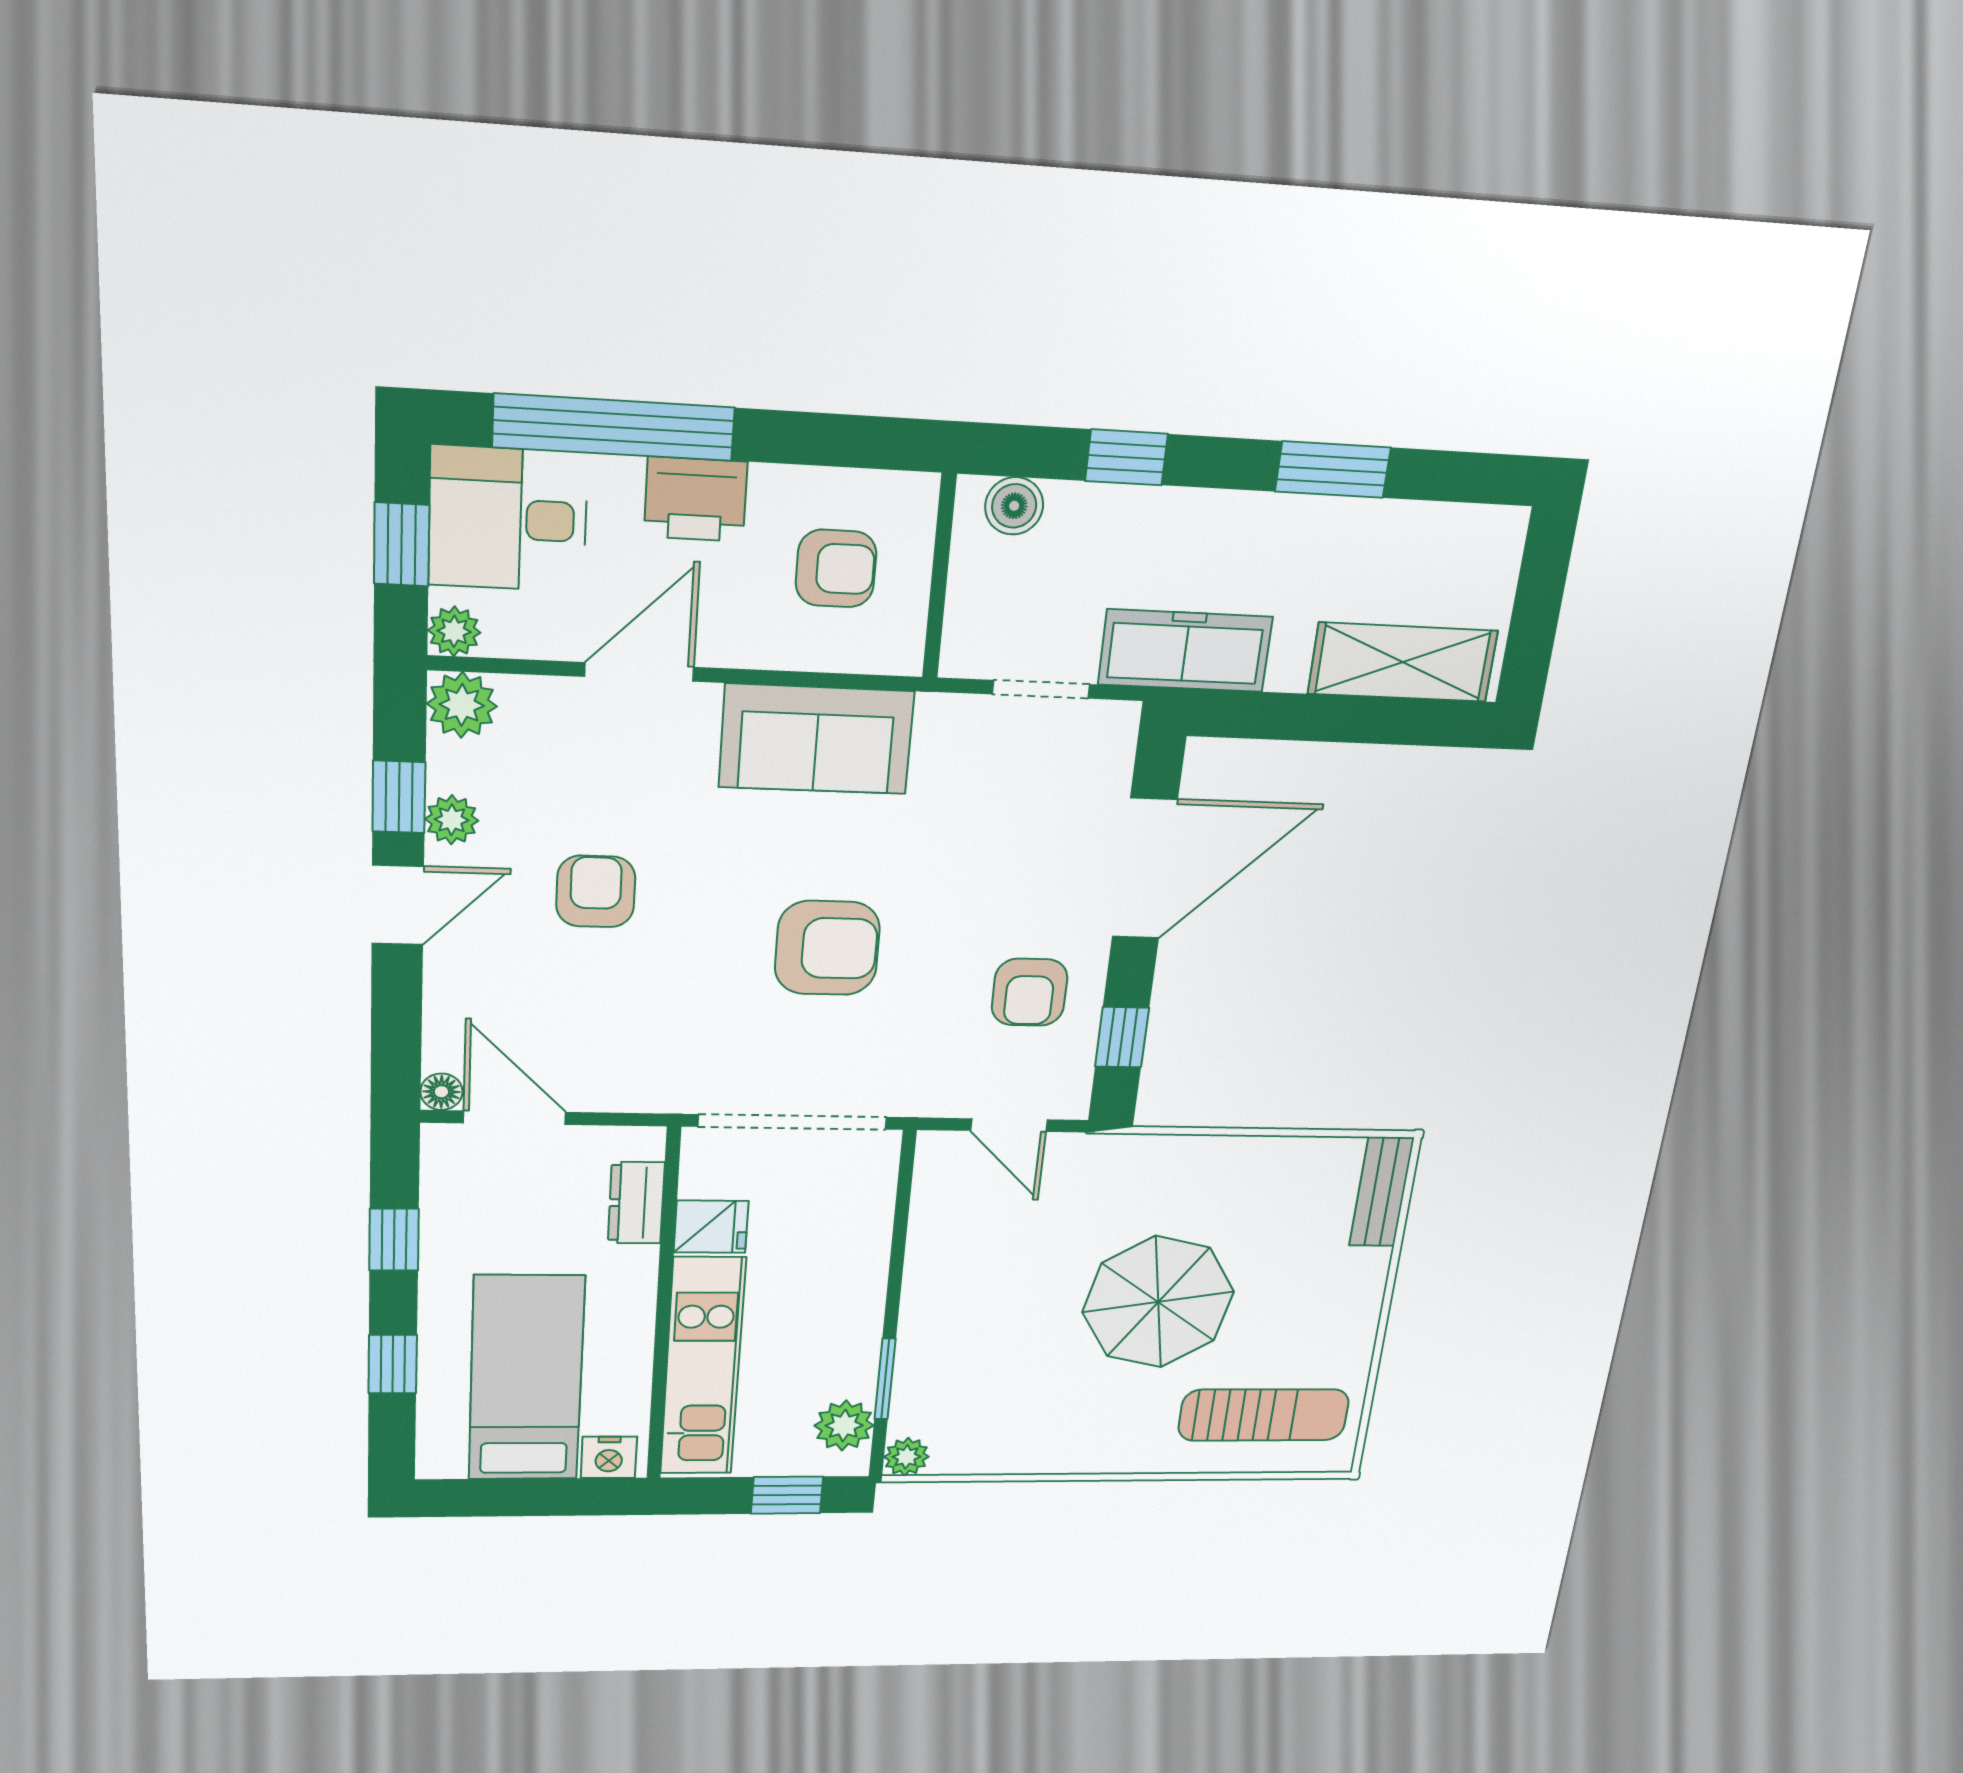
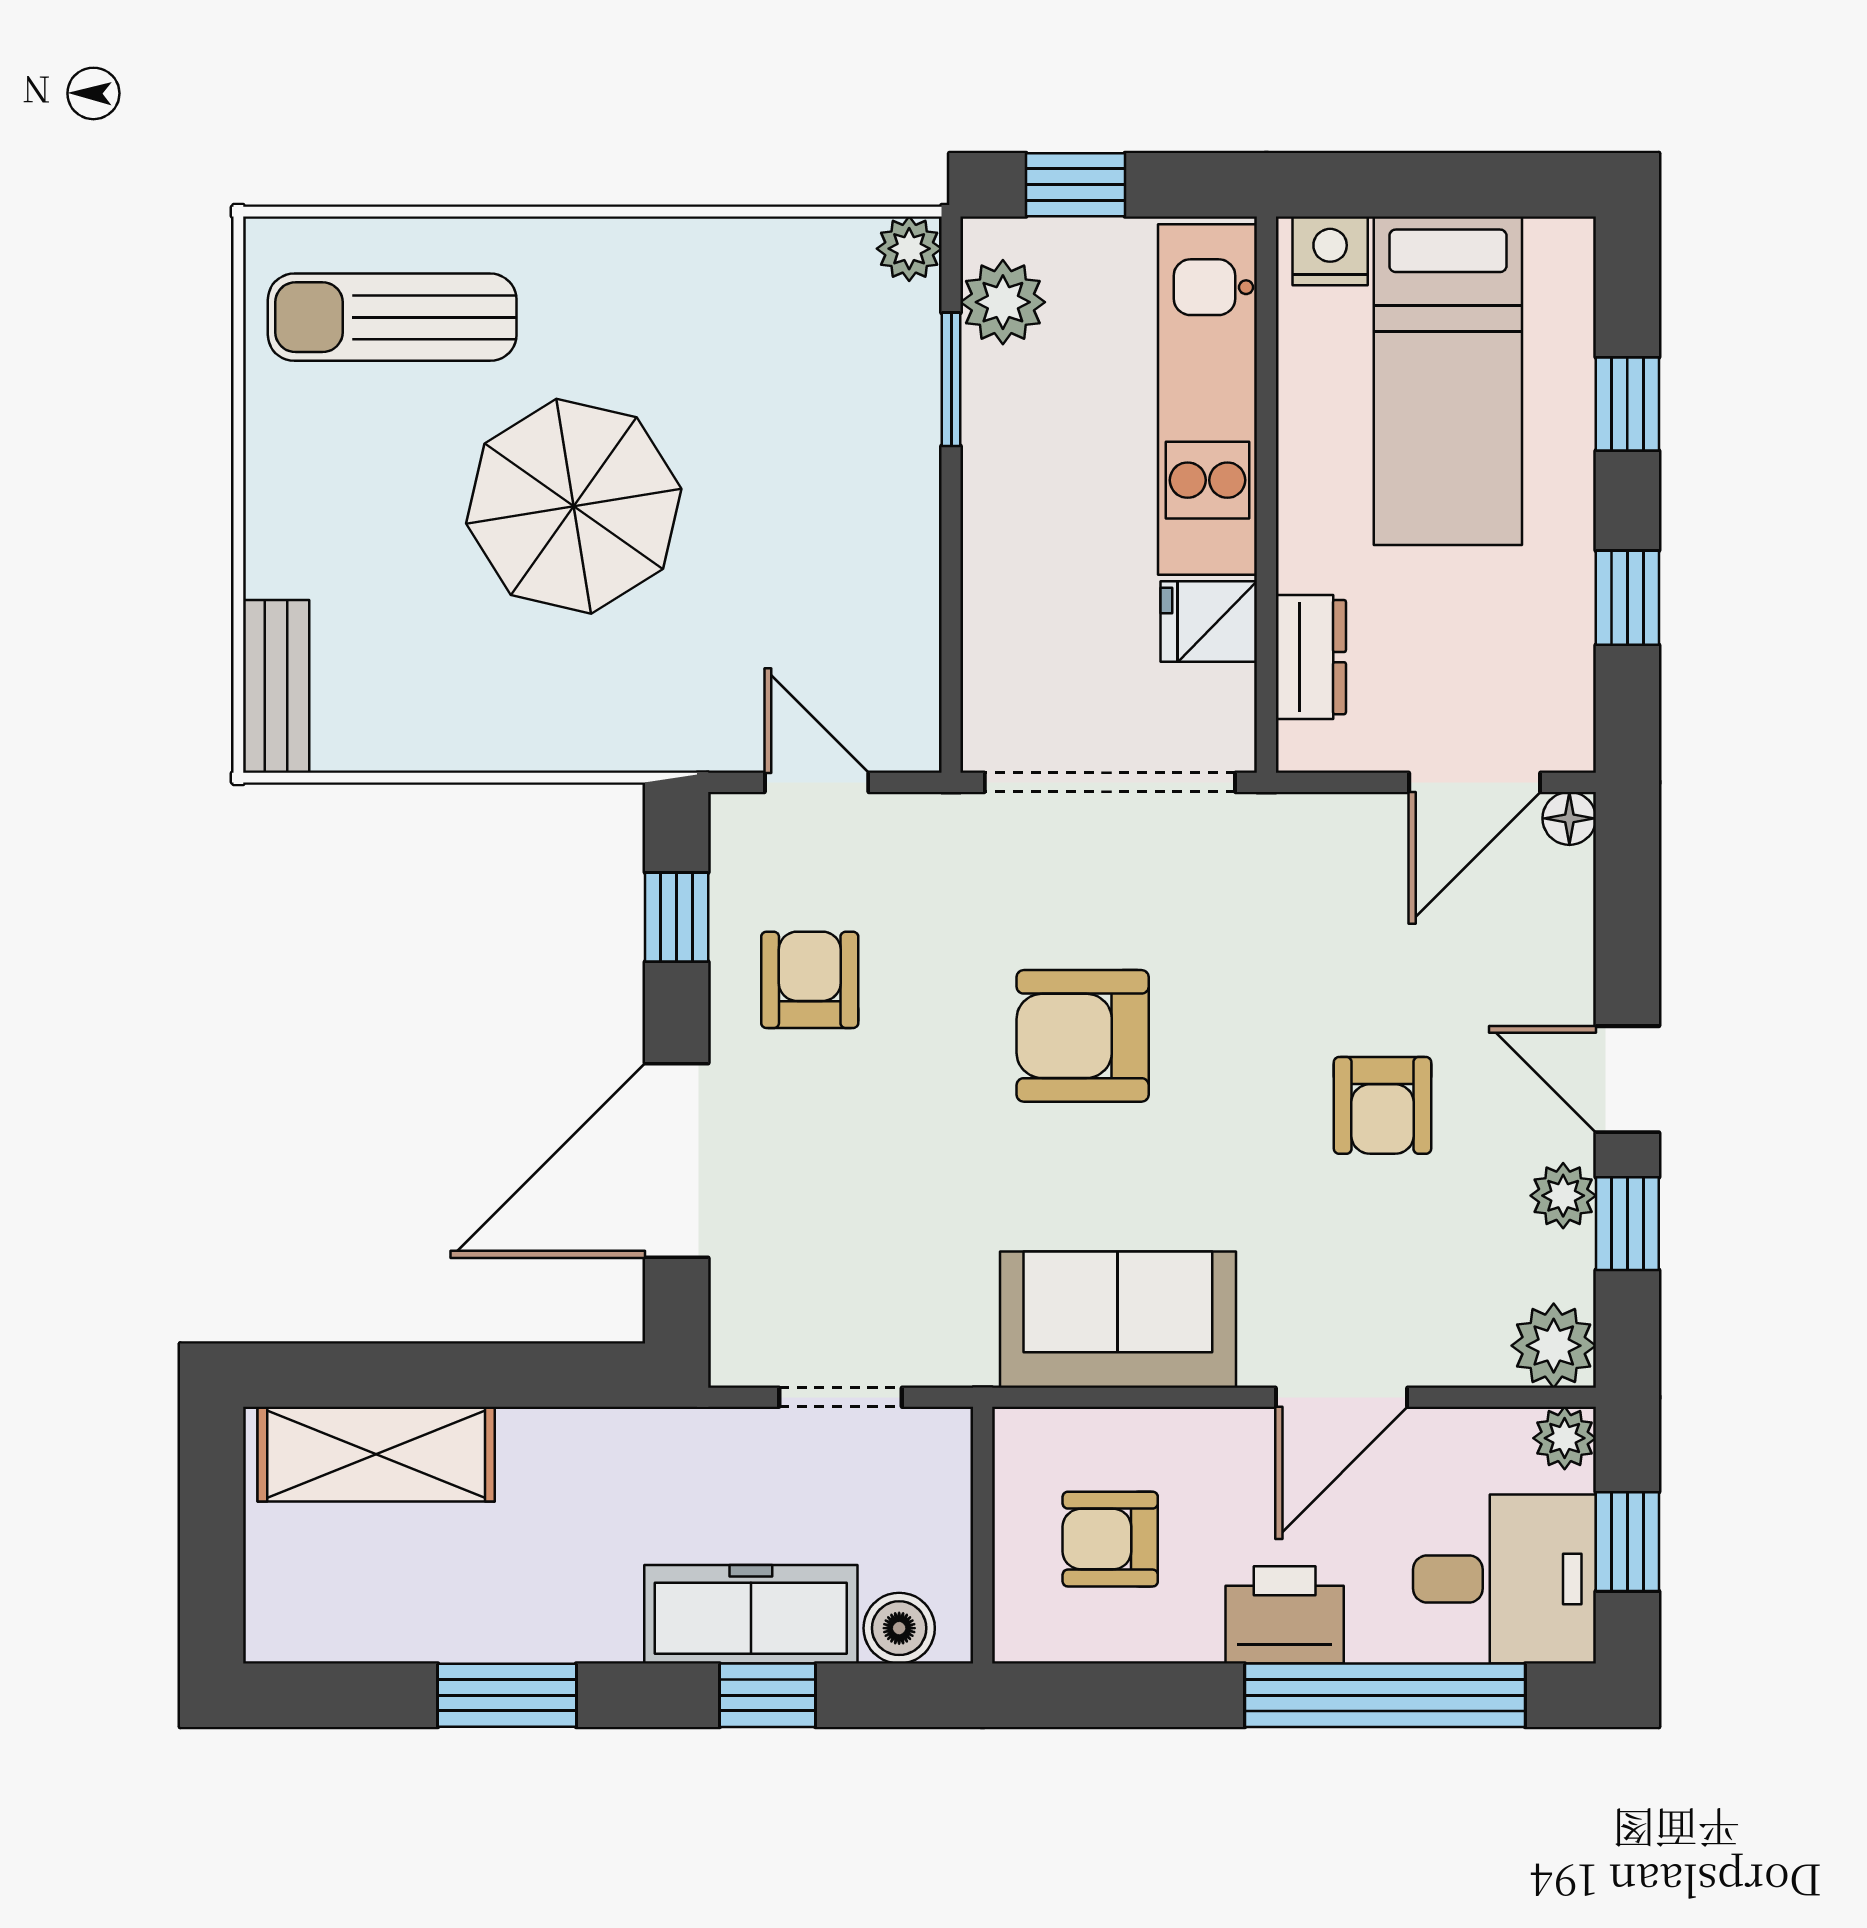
freezer: (1185, 651) -> (751, 1614), moved, turned 180
door: (398, 905) -> (1627, 1079), hinge flipped
door: (515, 1118) -> (1475, 782), hinge flipped

